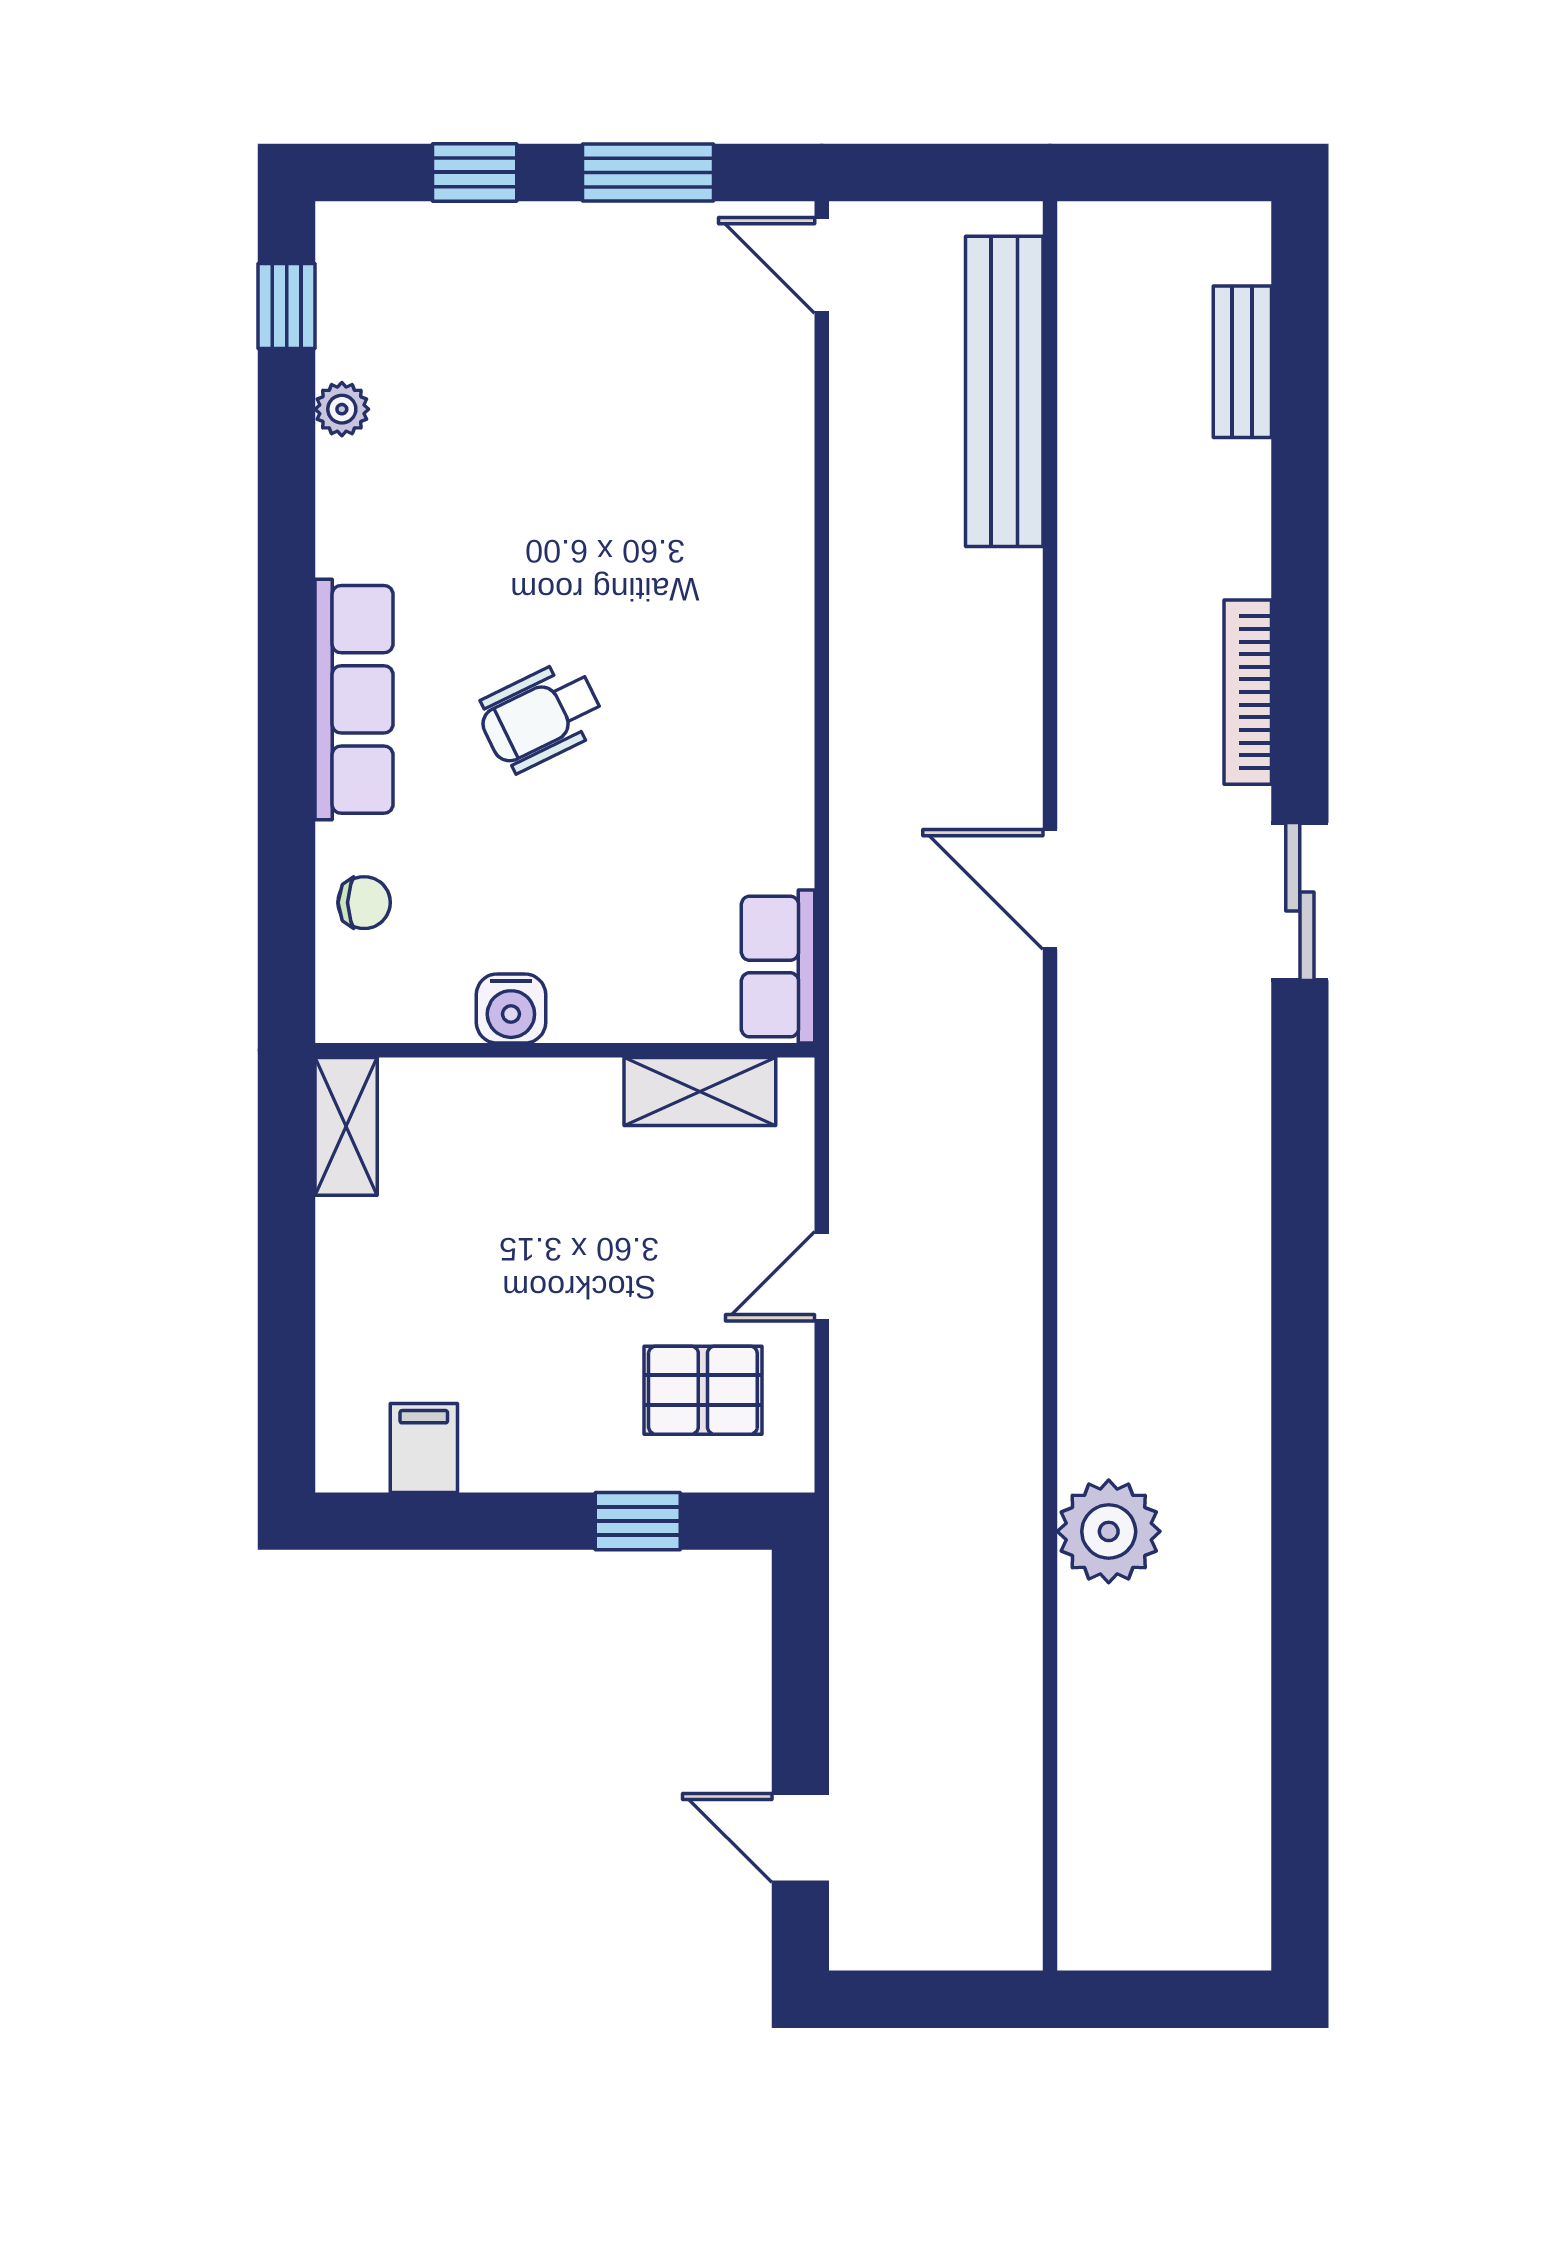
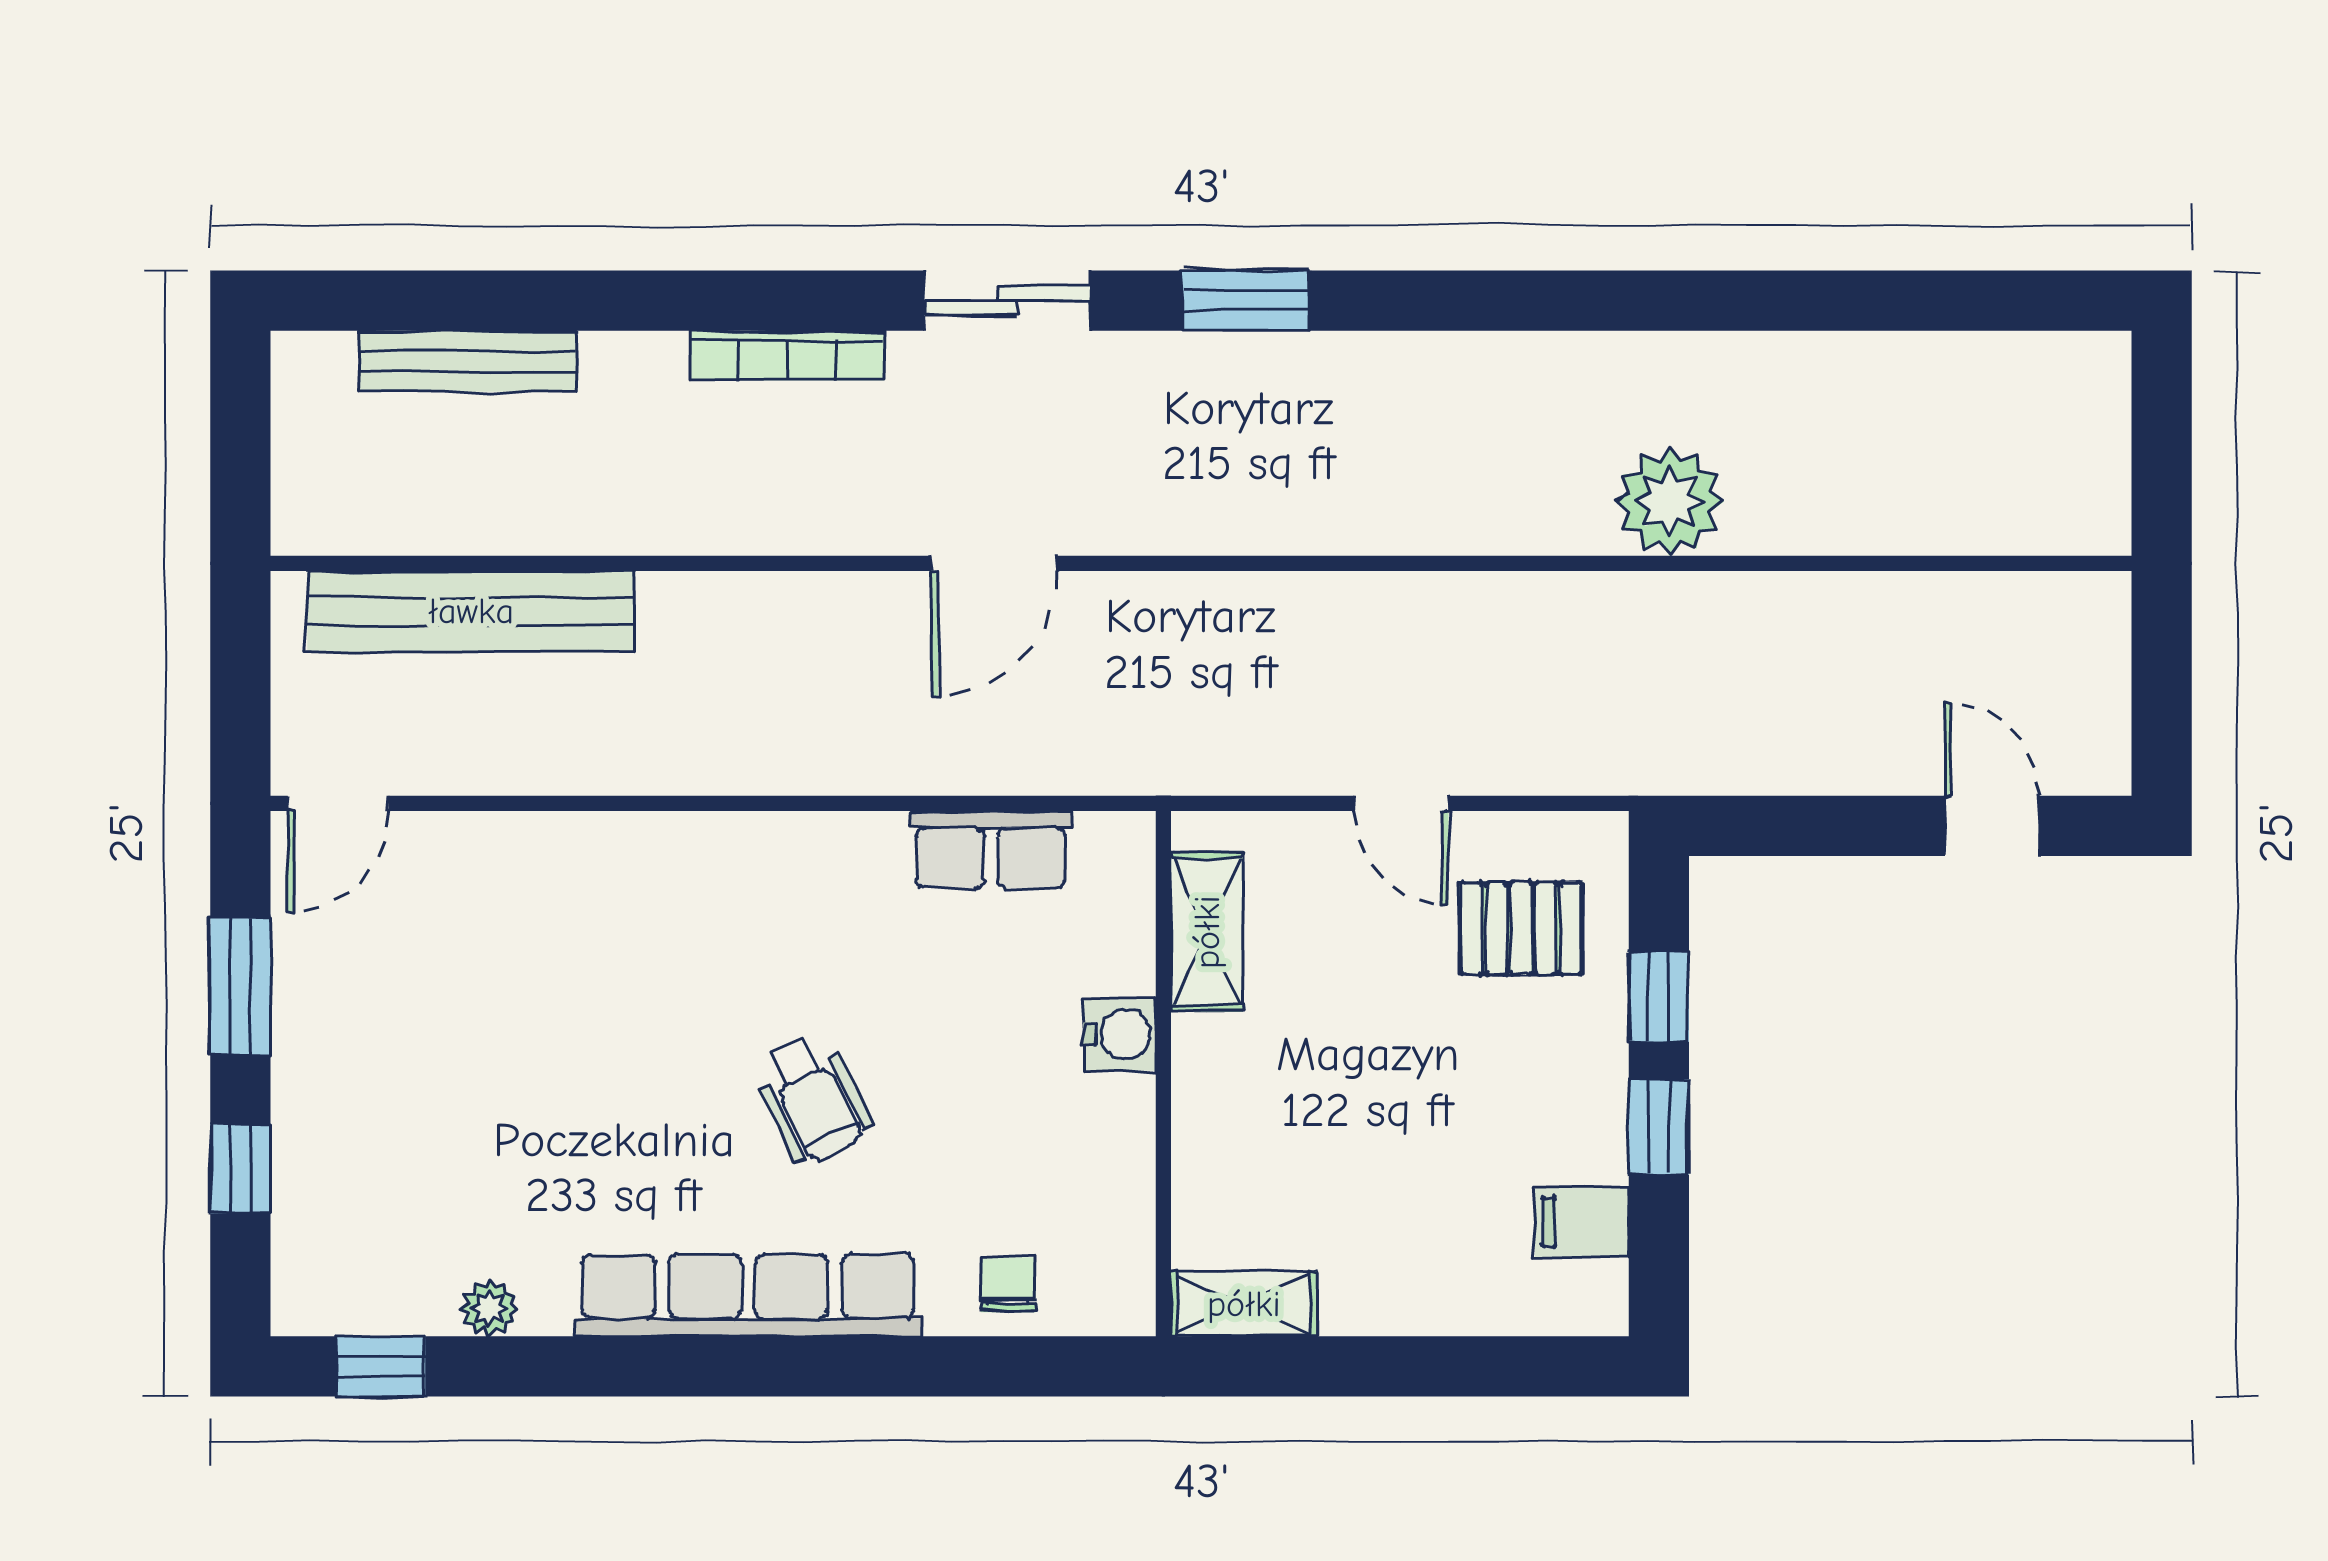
bench: (1242, 362) -> (468, 361), width x1.36
row of seats: (354, 699) -> (748, 1295), width x1.36
row of seats: (778, 967) -> (991, 849), moved
water cooler: (511, 1008) -> (1120, 1034), moved
window: (1300, 1128) -> (1246, 301), added
pallet: (703, 1390) -> (1521, 928), turned 90
window: (514, 1521) -> (1659, 1127), added
door: (800, 1838) -> (1992, 826), swing flipped

